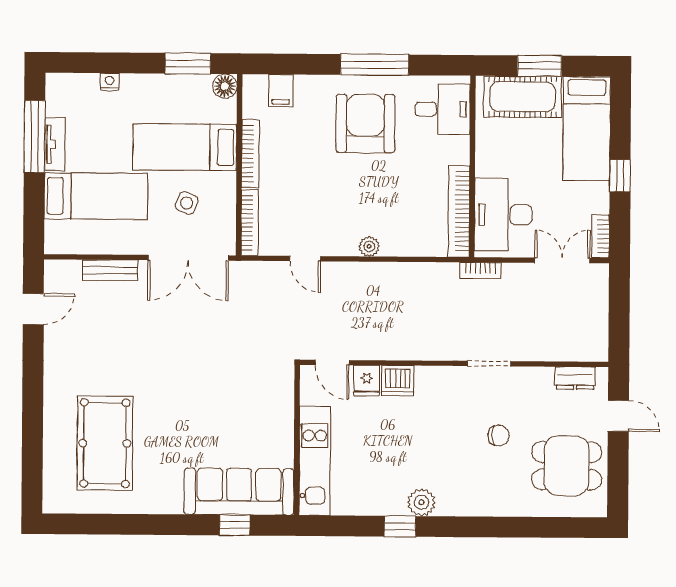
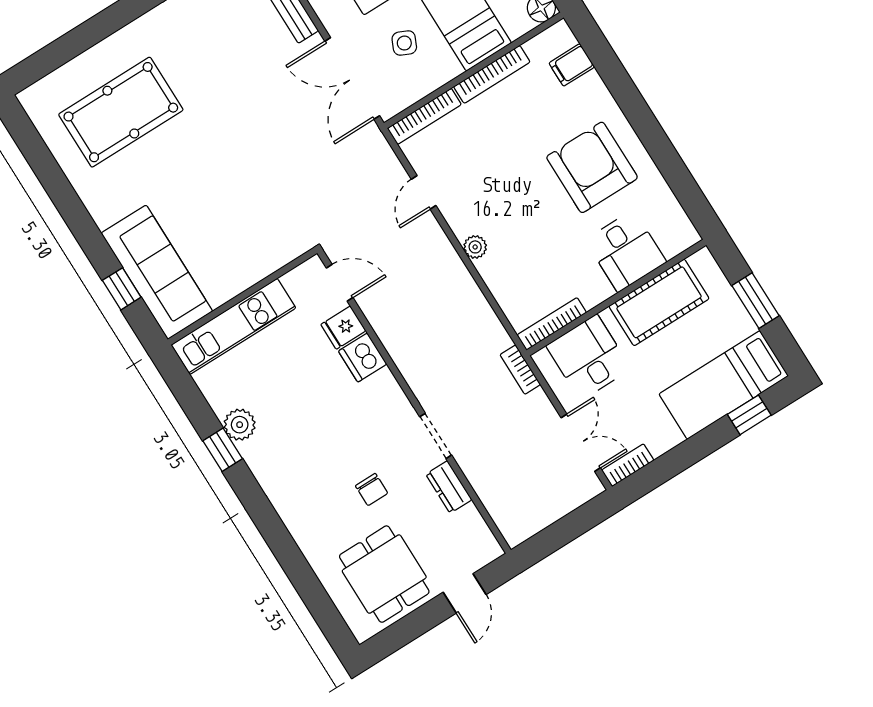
window: (375, 65) -> (655, 140), removed
cot: (522, 97) -> (659, 302), moved, turned 90
desk: (443, 109) -> (626, 251), moved
armchair: (365, 123) -> (592, 167), turned -90
window: (620, 176) -> (749, 415), moved
bookcase: (459, 211) -> (552, 324), width x0.68, depth x0.76
desk: (503, 215) -> (589, 357), width x0.73
door: (332, 362) -> (340, 283), swing flipped
dresser: (575, 378) -> (449, 487), moved
plant: (421, 502) -> (240, 425), moved

